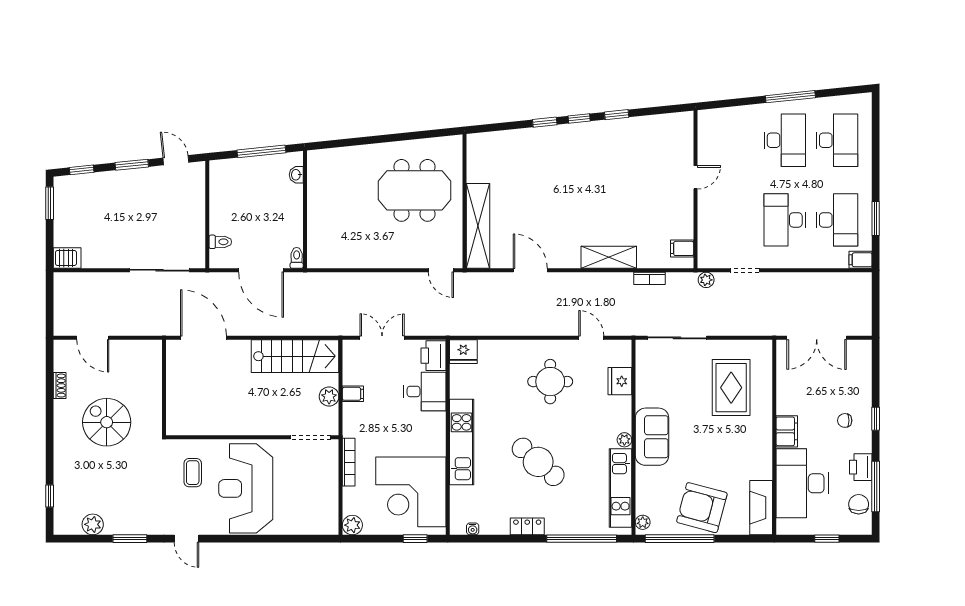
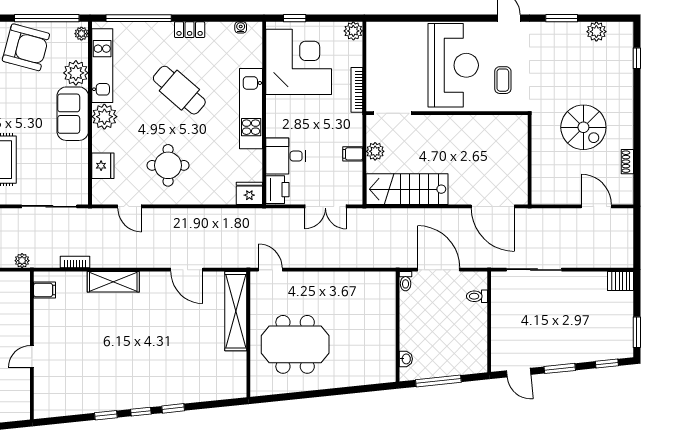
plant: (624, 440) -> (104, 117), width x1.88, depth x1.88
plant: (649, 480) -> (76, 73), added

